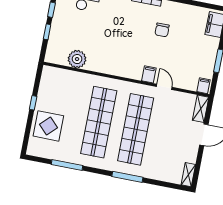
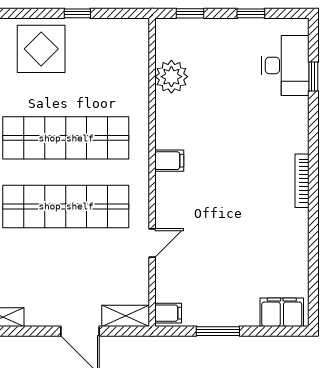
chair: (162, 30) -> (254, 219), removed
window: (47, 32) -> (190, 13), moved
filing cabinet: (149, 74) -> (169, 161), moved

